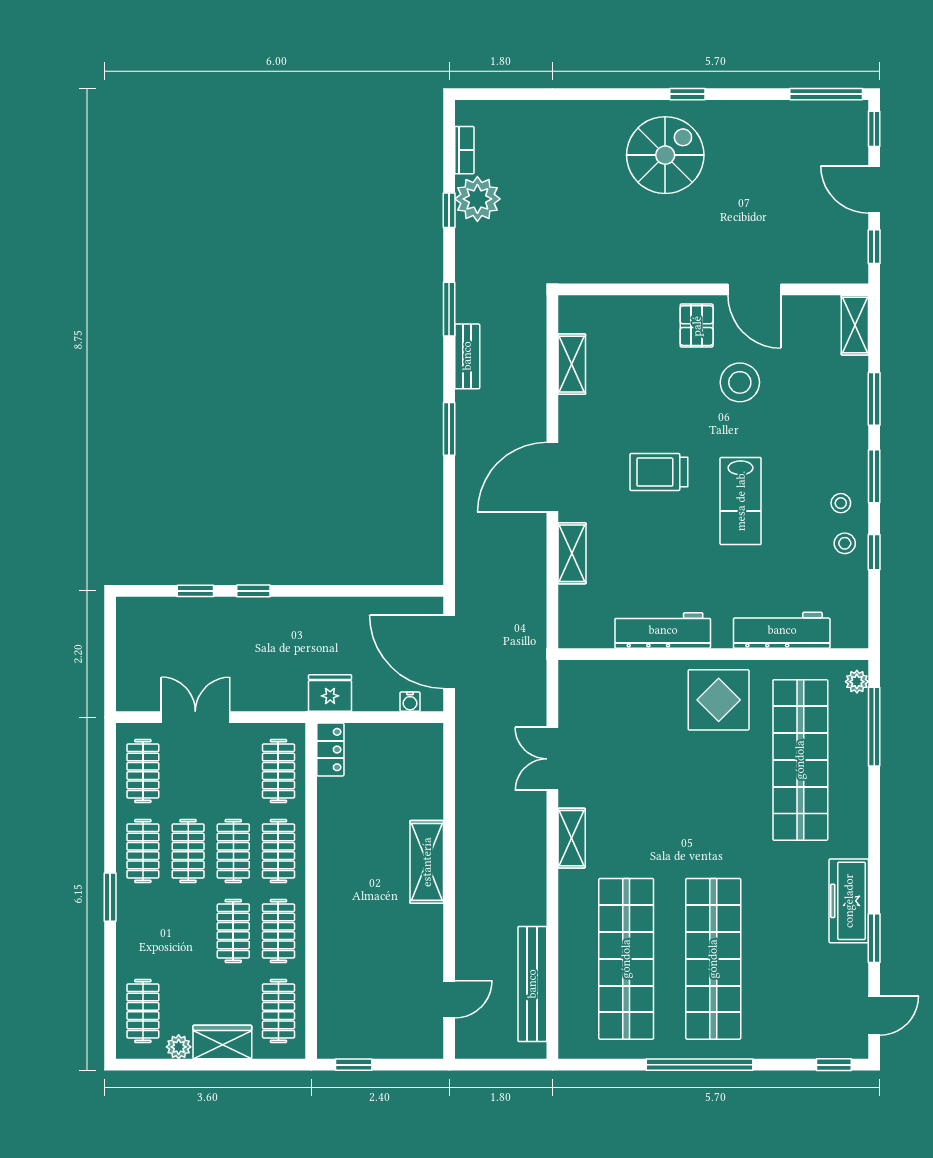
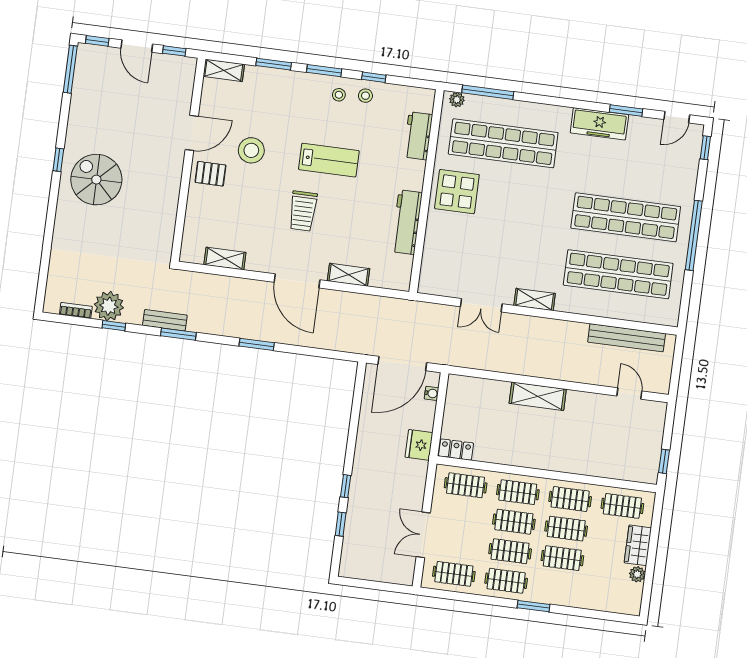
door: (874, 189) -> (137, 46), hinge flipped
bench: (467, 356) -> (165, 320), moved
workbench: (782, 630) -> (418, 136), width x0.73
clothes rail: (143, 1011) -> (562, 558), moved
door: (874, 1016) -> (677, 117), swing flipped

